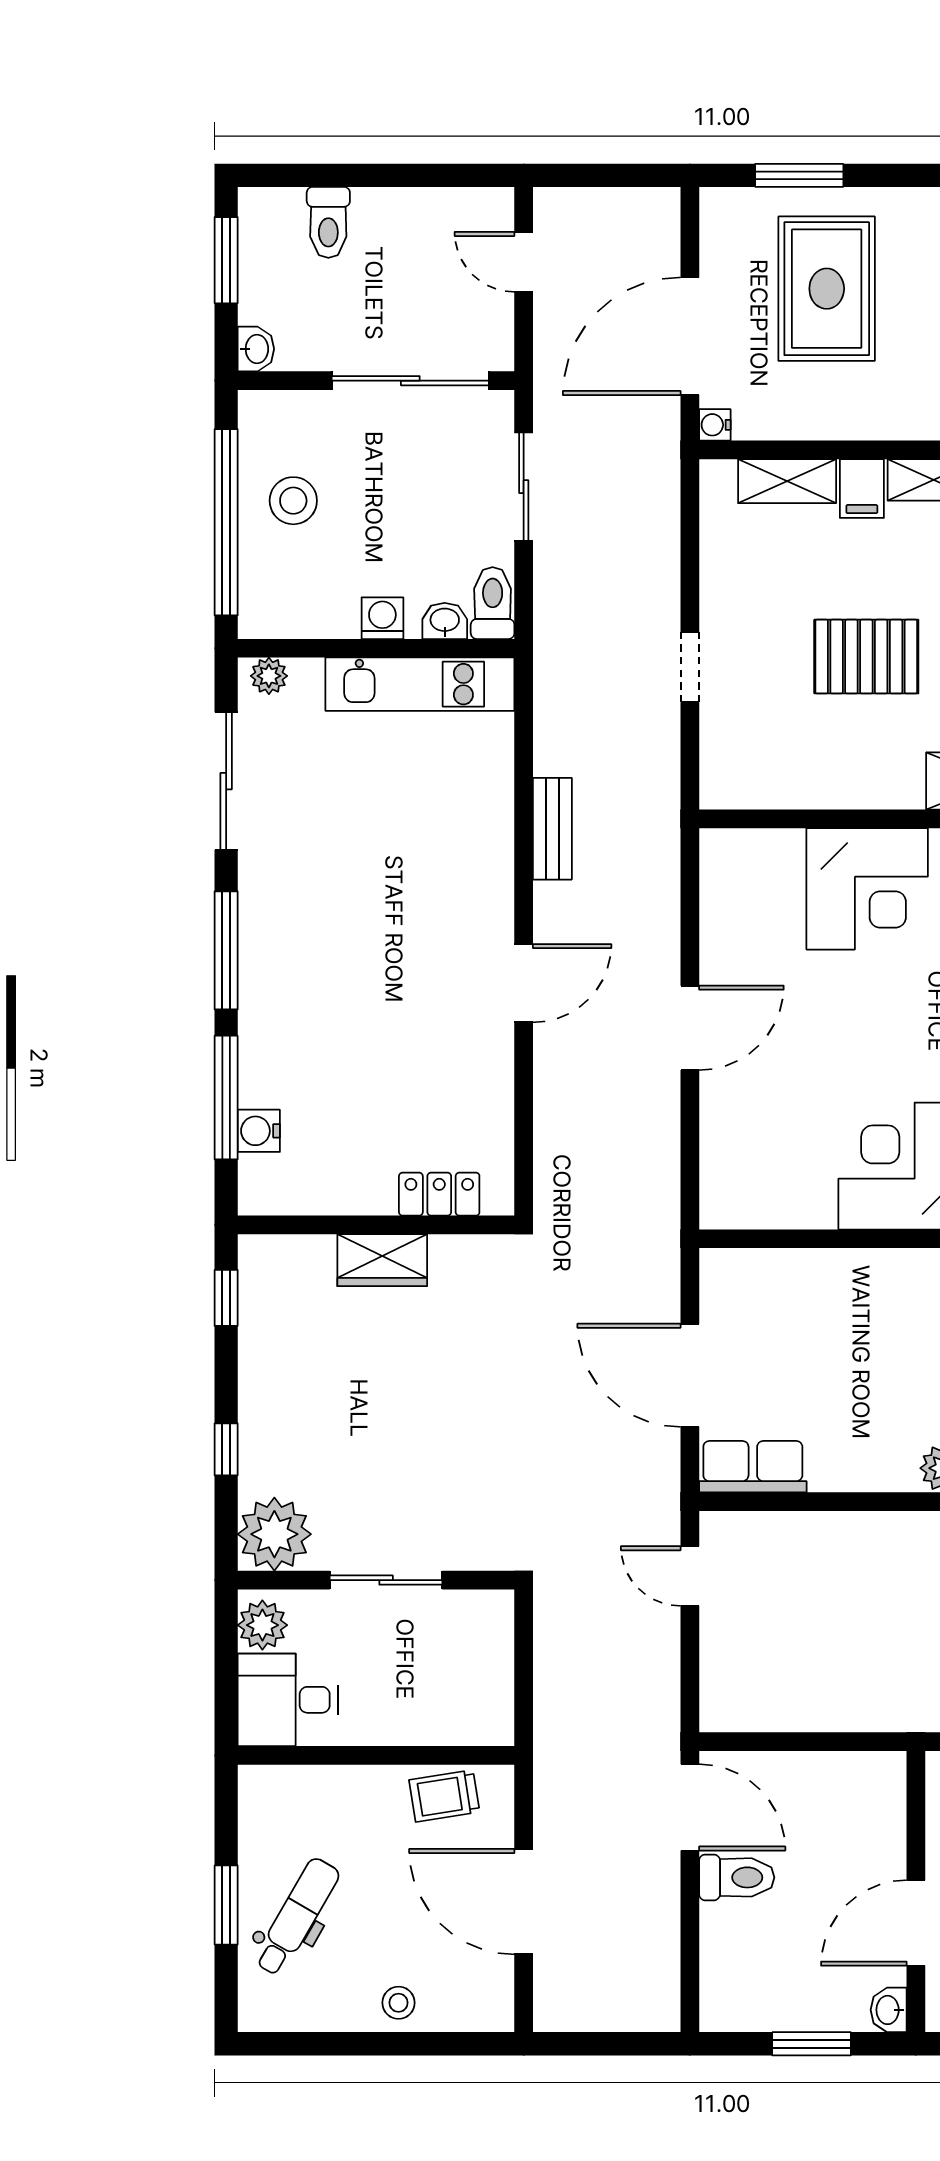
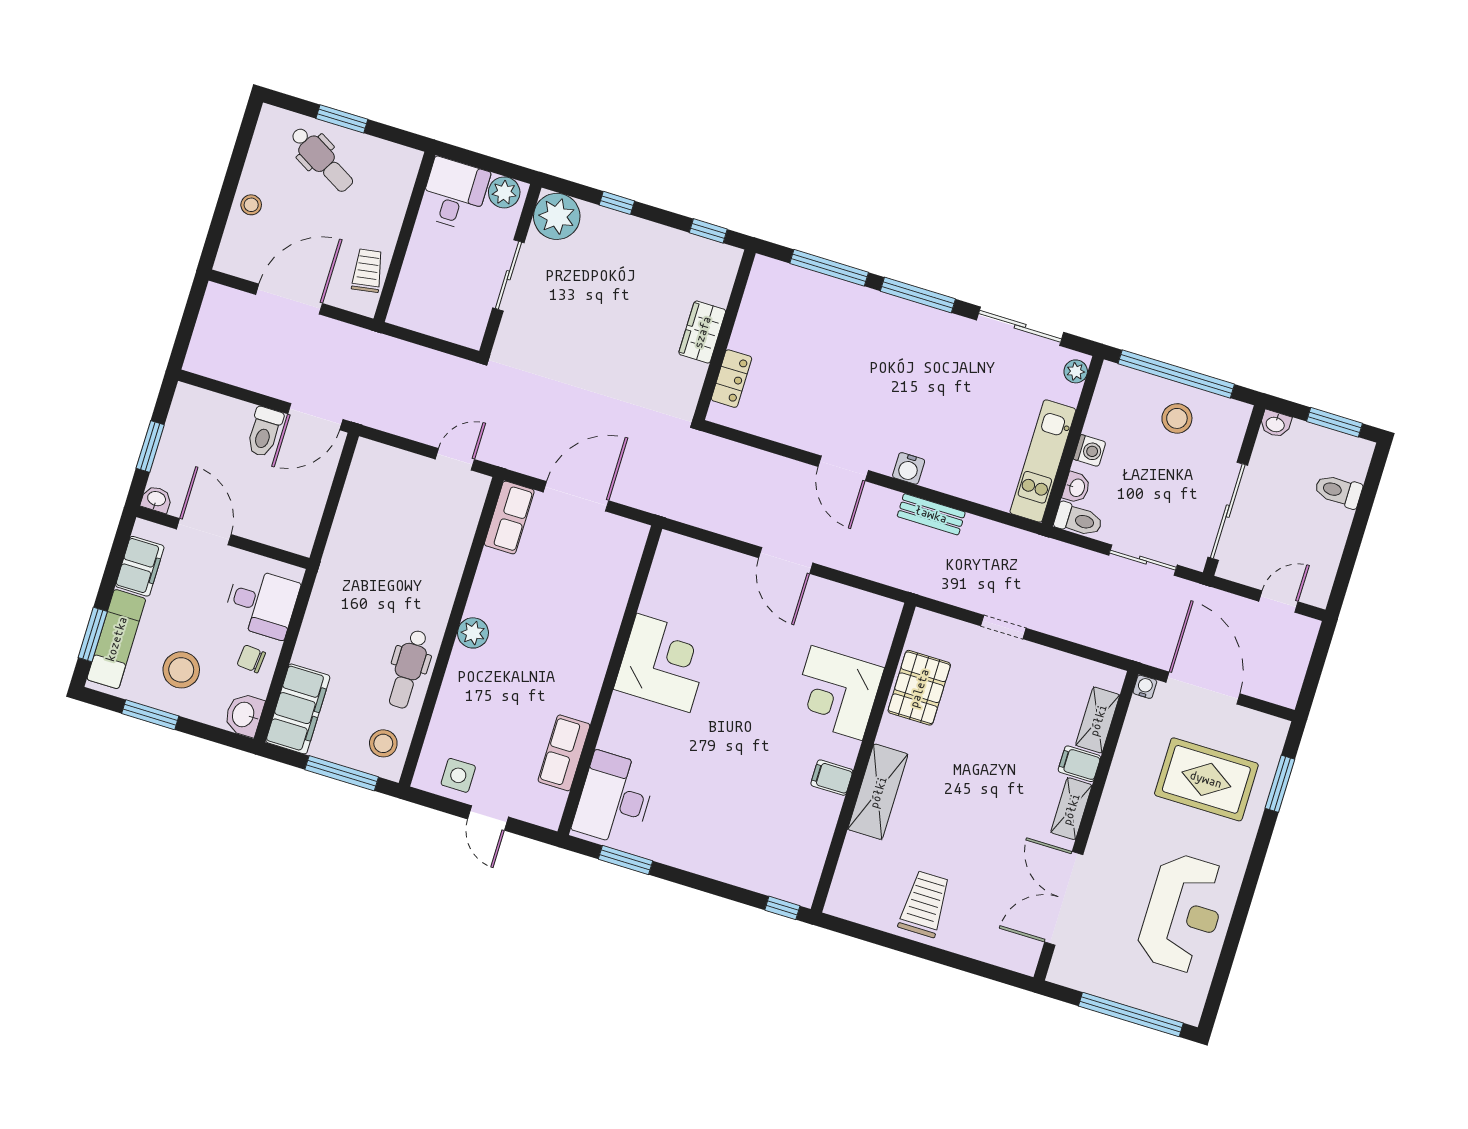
pallet: (866, 657) -> (919, 688), moved
water cooler: (259, 1131) -> (909, 468), moved, turned 180

